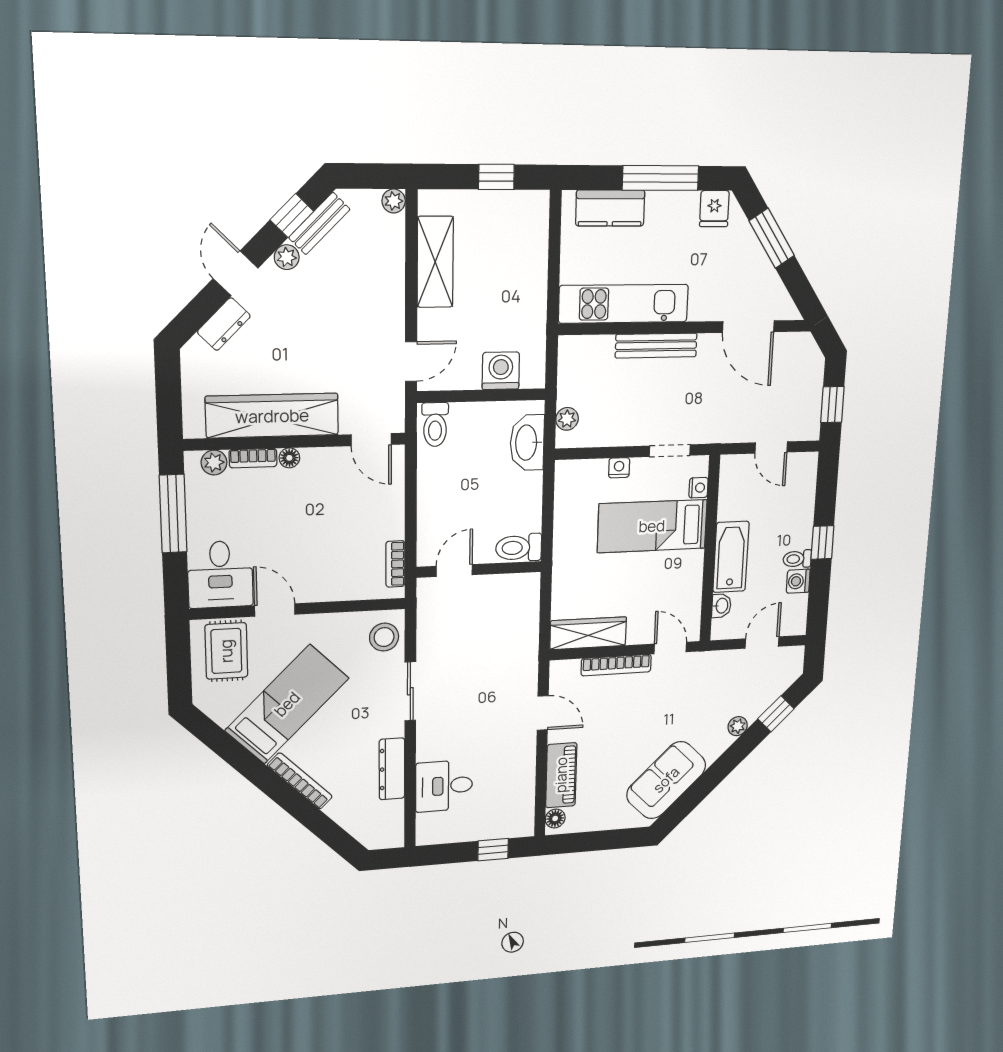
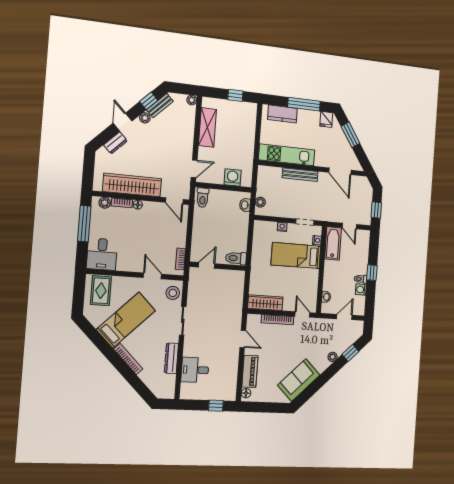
washbasin: (527, 443) -> (245, 205), width x0.52, depth x0.69
bathtub: (731, 557) -> (333, 243), moved
door: (275, 610) -> (152, 276), moved

